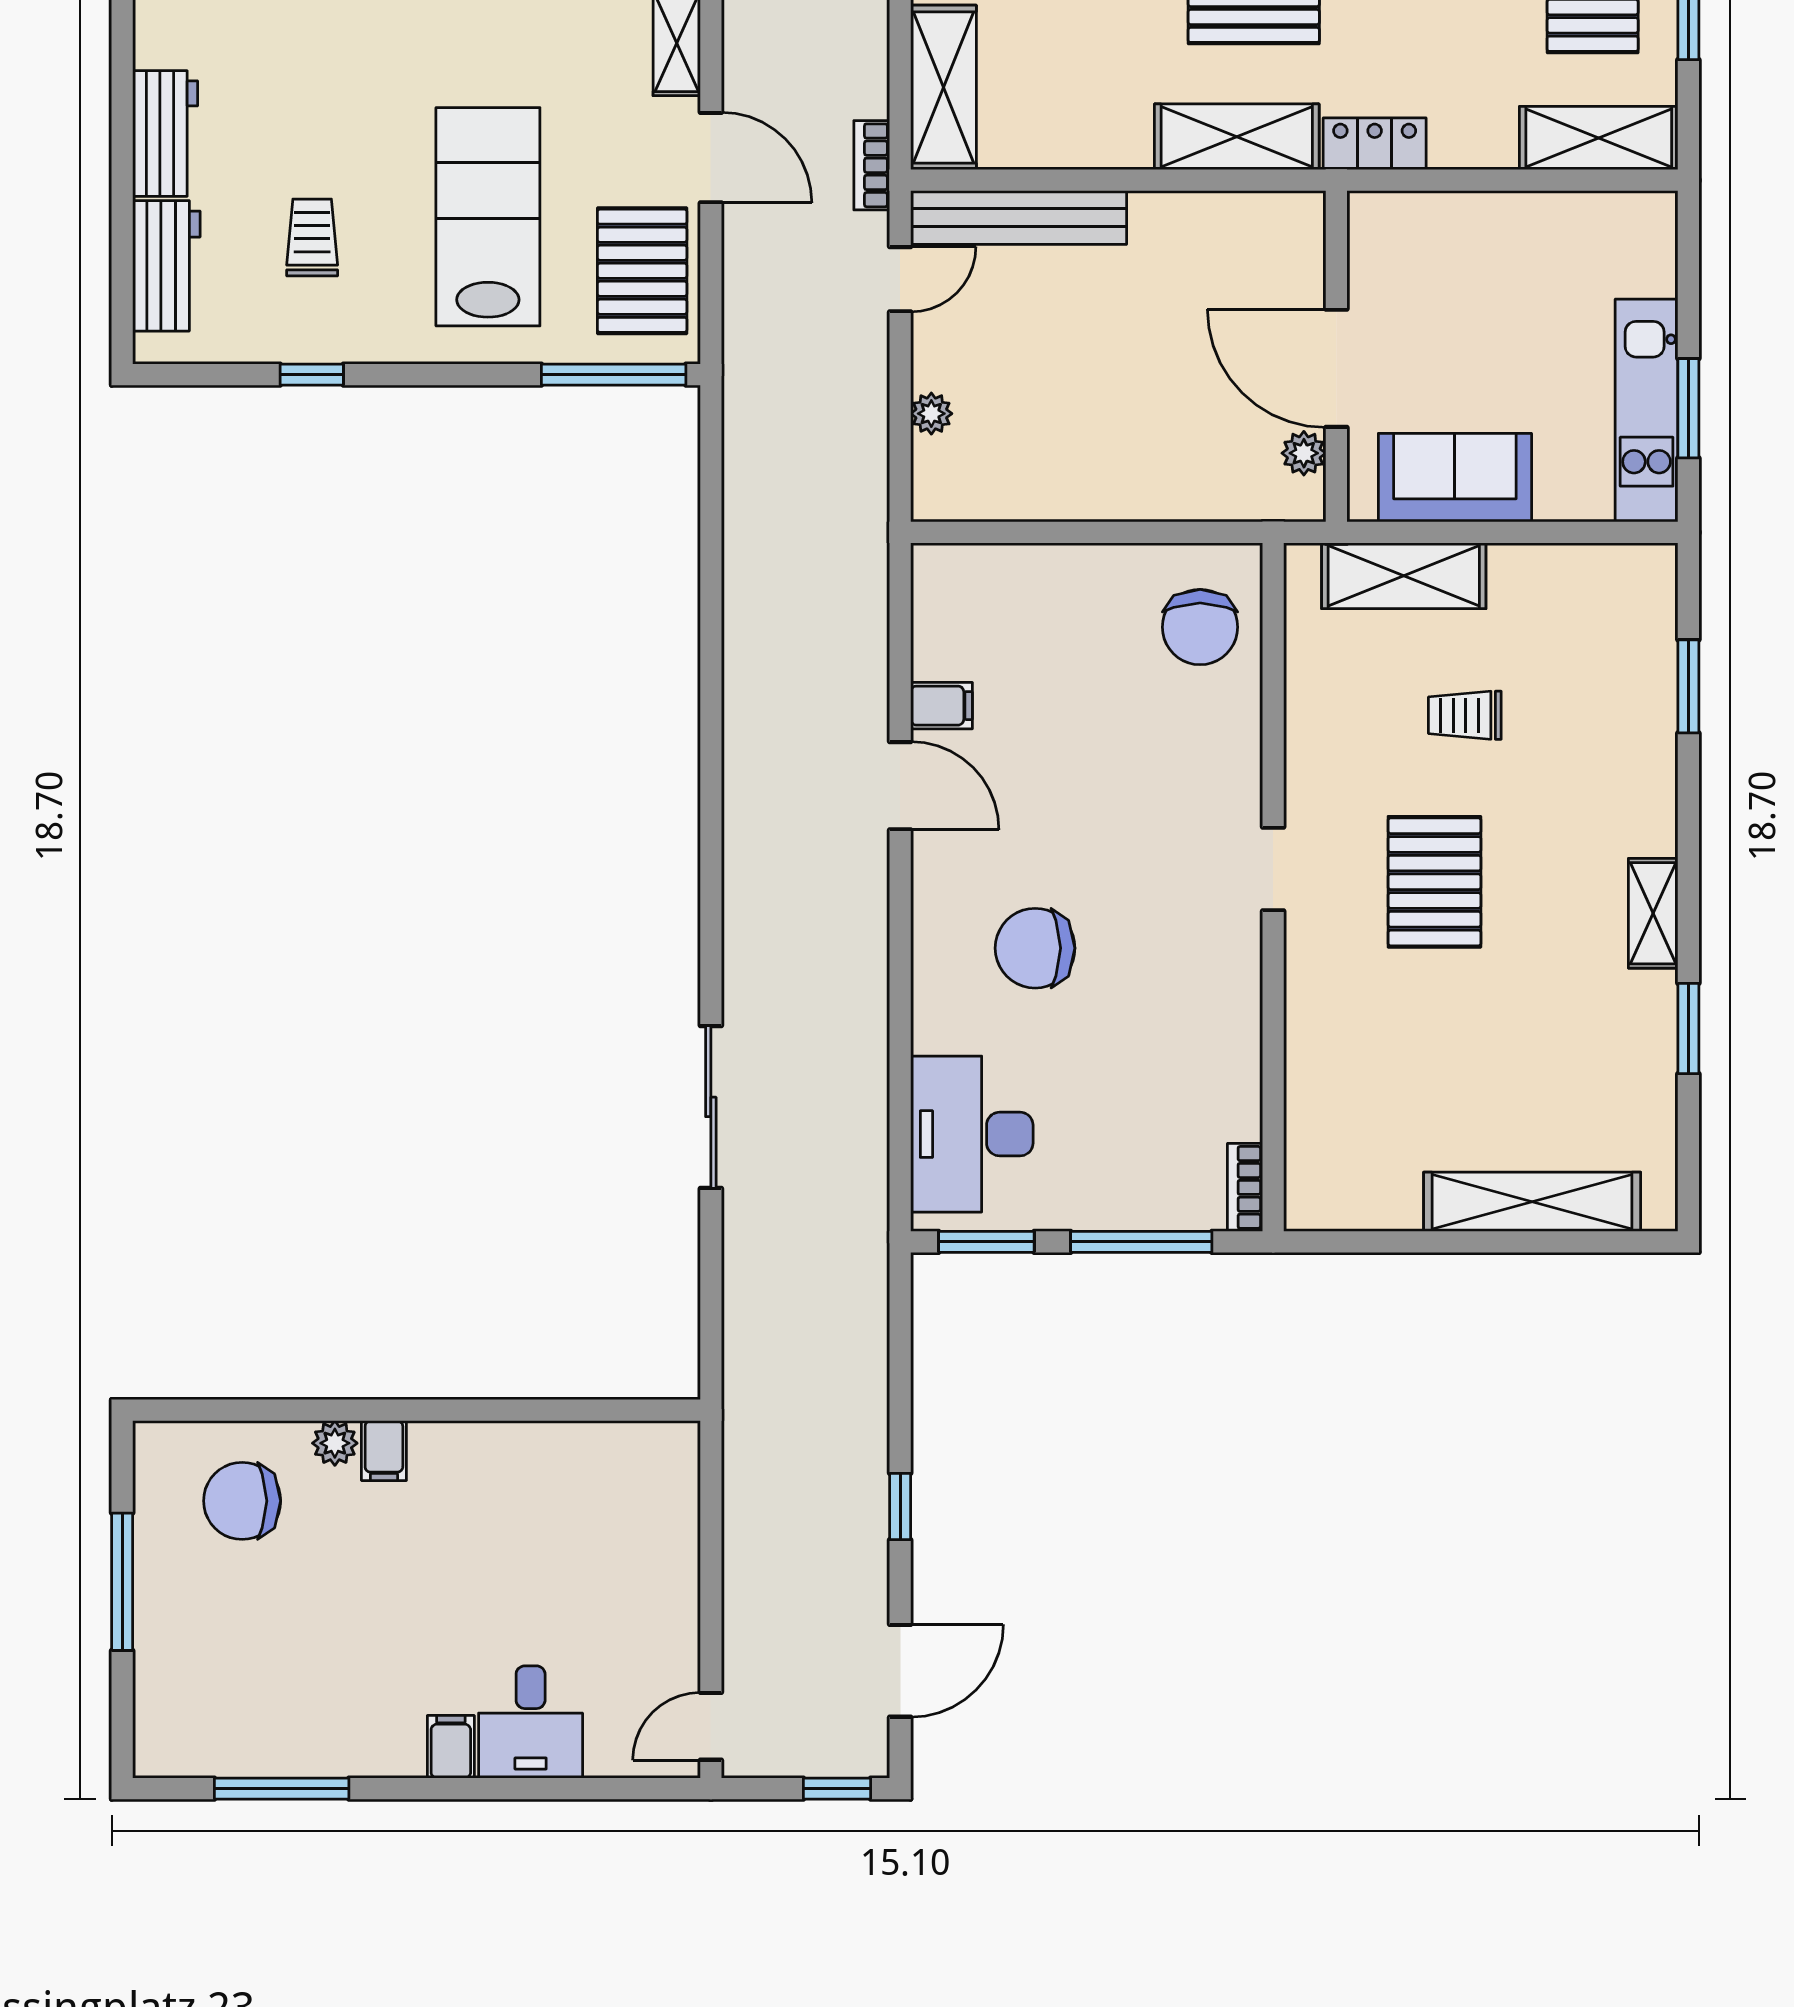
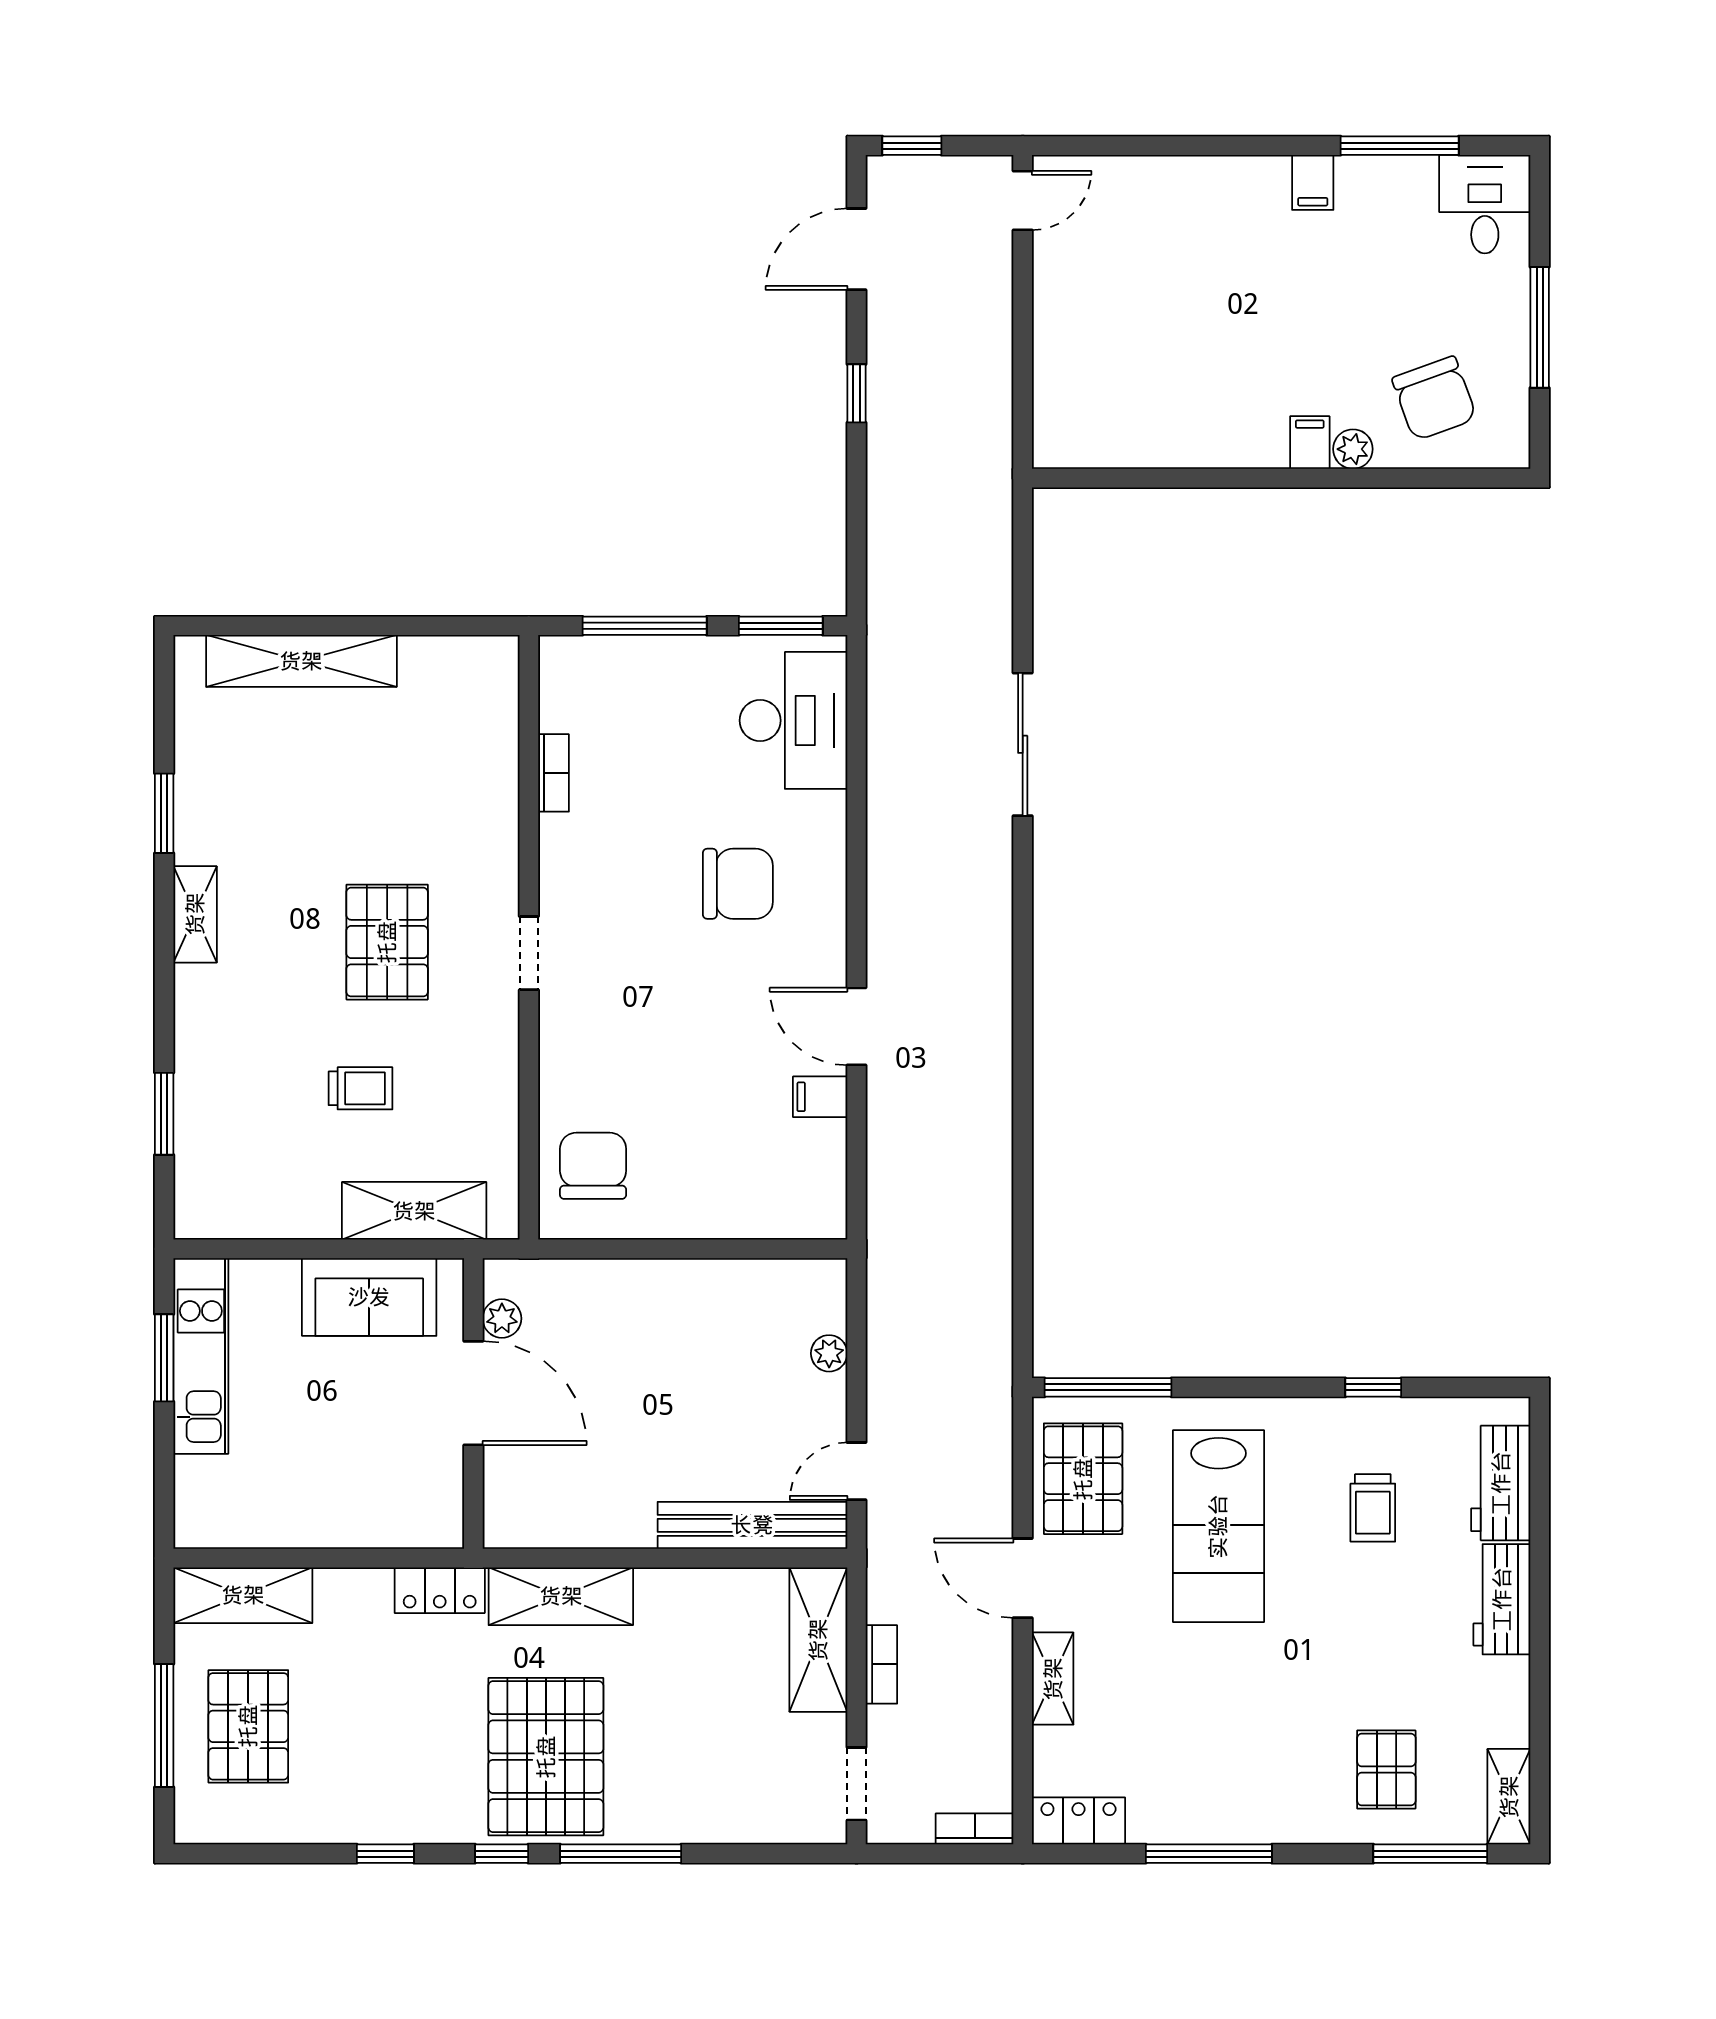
bookcase: (872, 165) -> (881, 1664), moved
bookcase: (1245, 1187) -> (553, 773), moved
chair: (242, 1501) -> (1434, 398), turned 70
desk: (531, 1722) -> (1485, 204), moved
filing cabinet: (451, 1747) -> (1313, 182), moved

